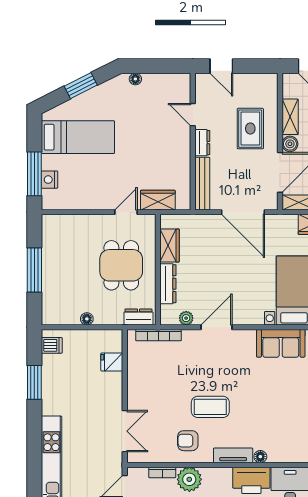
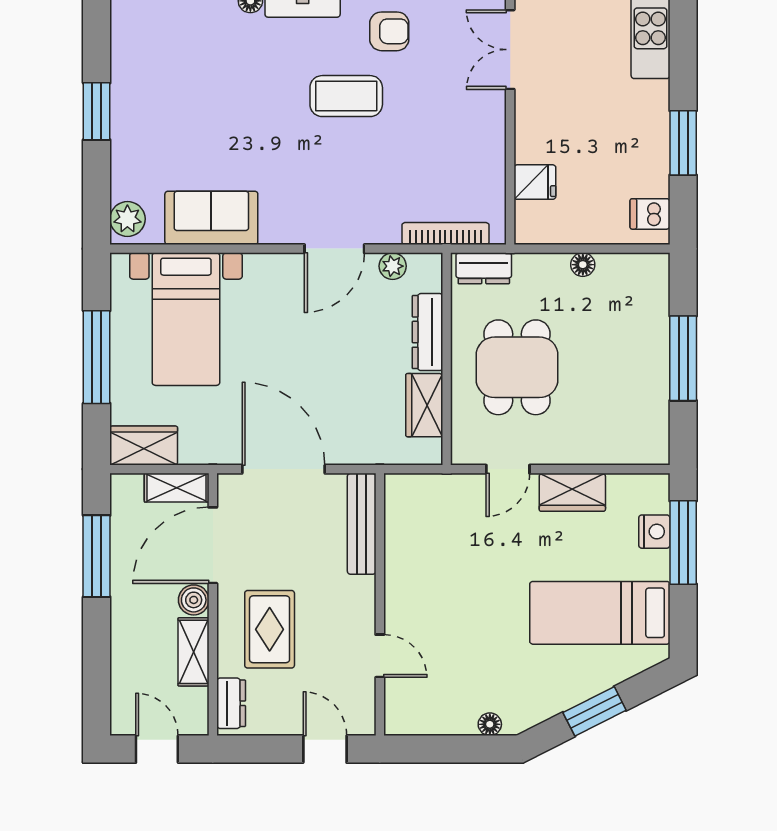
dresser: (202, 143) -> (231, 703), moved, turned 180
wardrobe: (158, 200) -> (572, 492), moved

